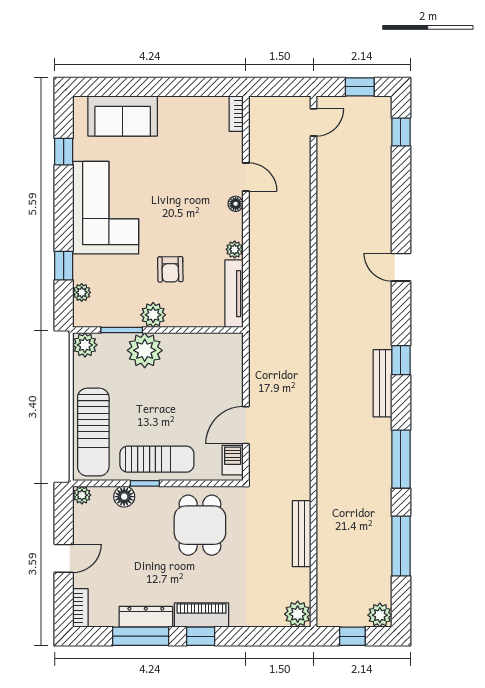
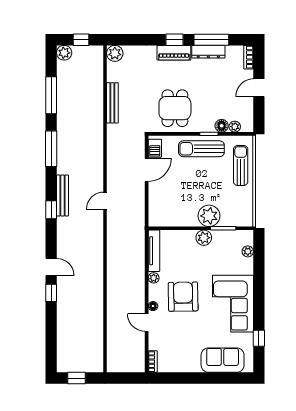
door: (313, 122) -> (105, 201), moved
window: (401, 132) -> (51, 293), moved
window: (64, 266) -> (259, 268), removed
armchair: (170, 269) -> (183, 297), moved, width x1.88, depth x1.88
plant: (85, 345) -> (246, 219), removed
sun lounger: (93, 432) -> (241, 165), width x0.73, depth x0.75
plant: (82, 495) -> (235, 127), moved

